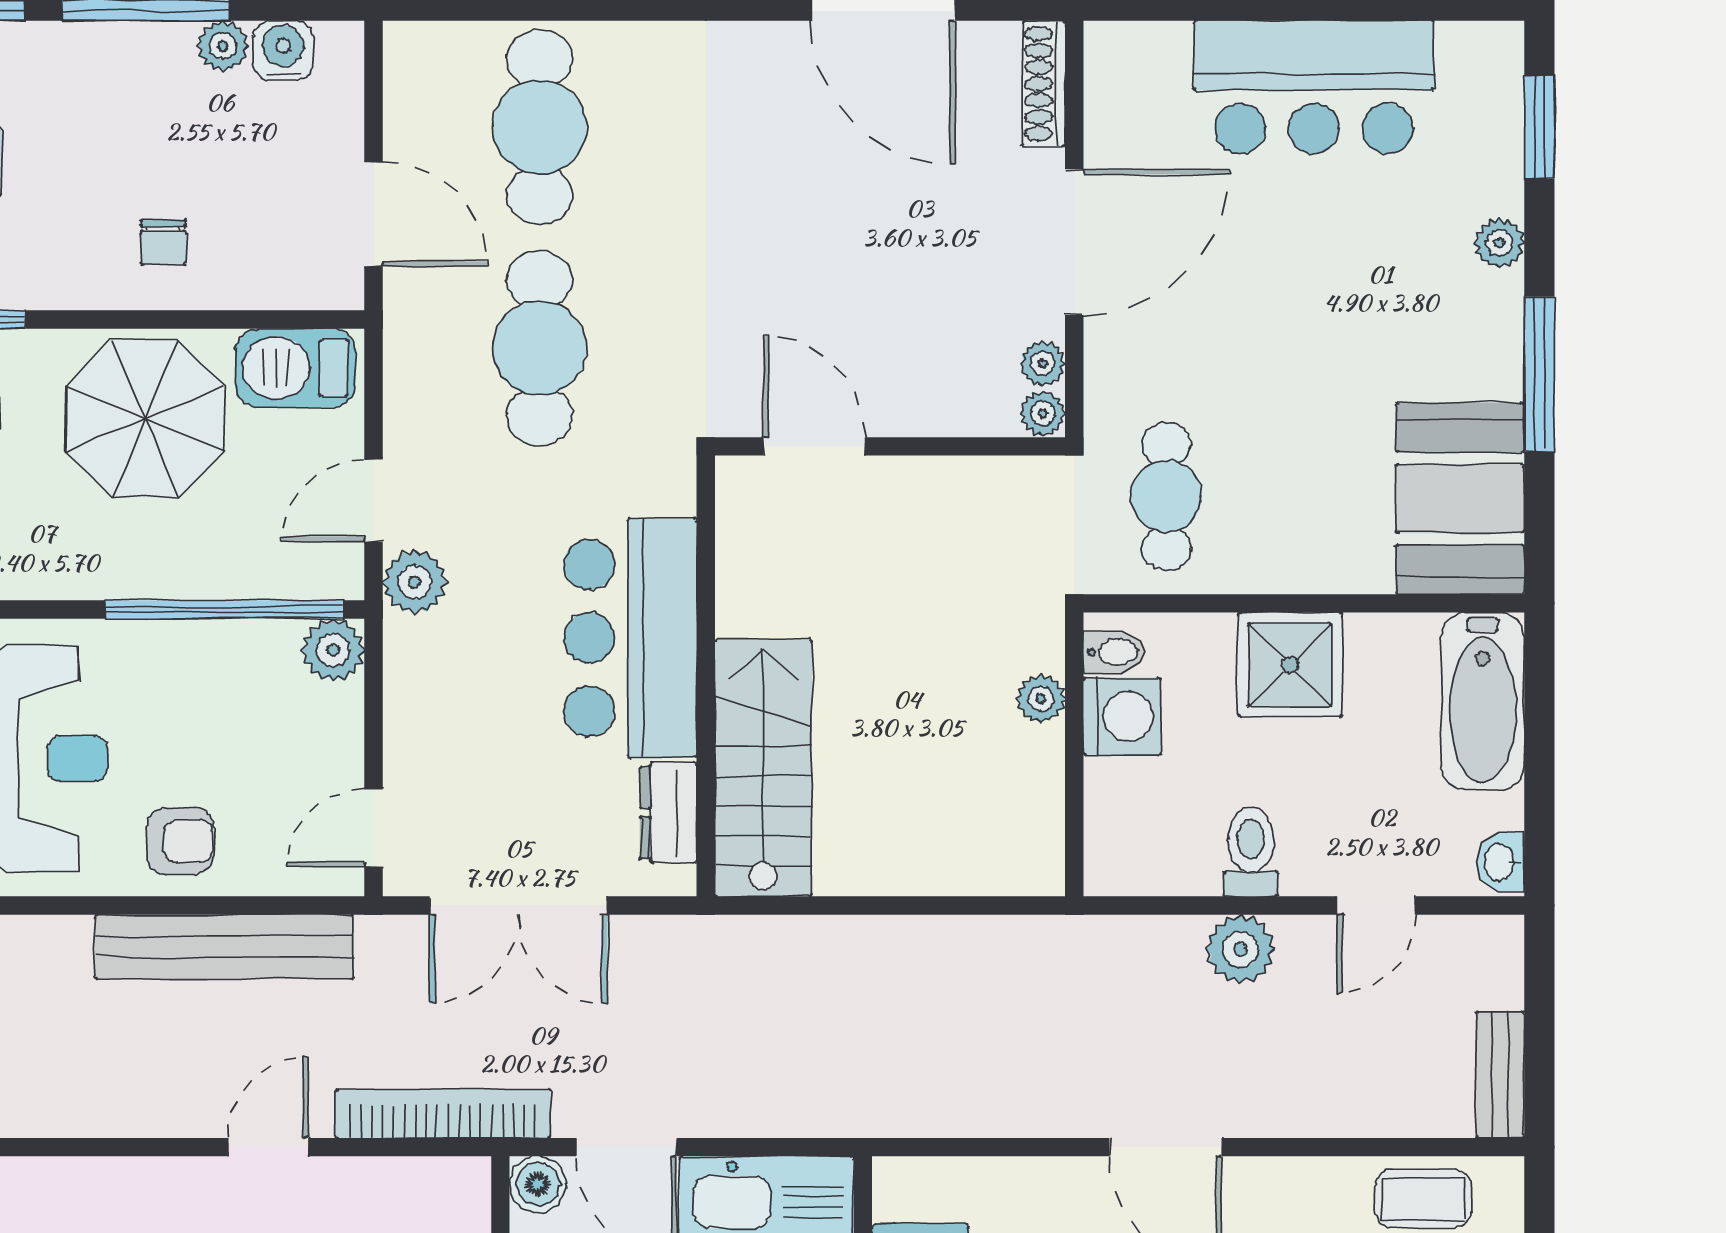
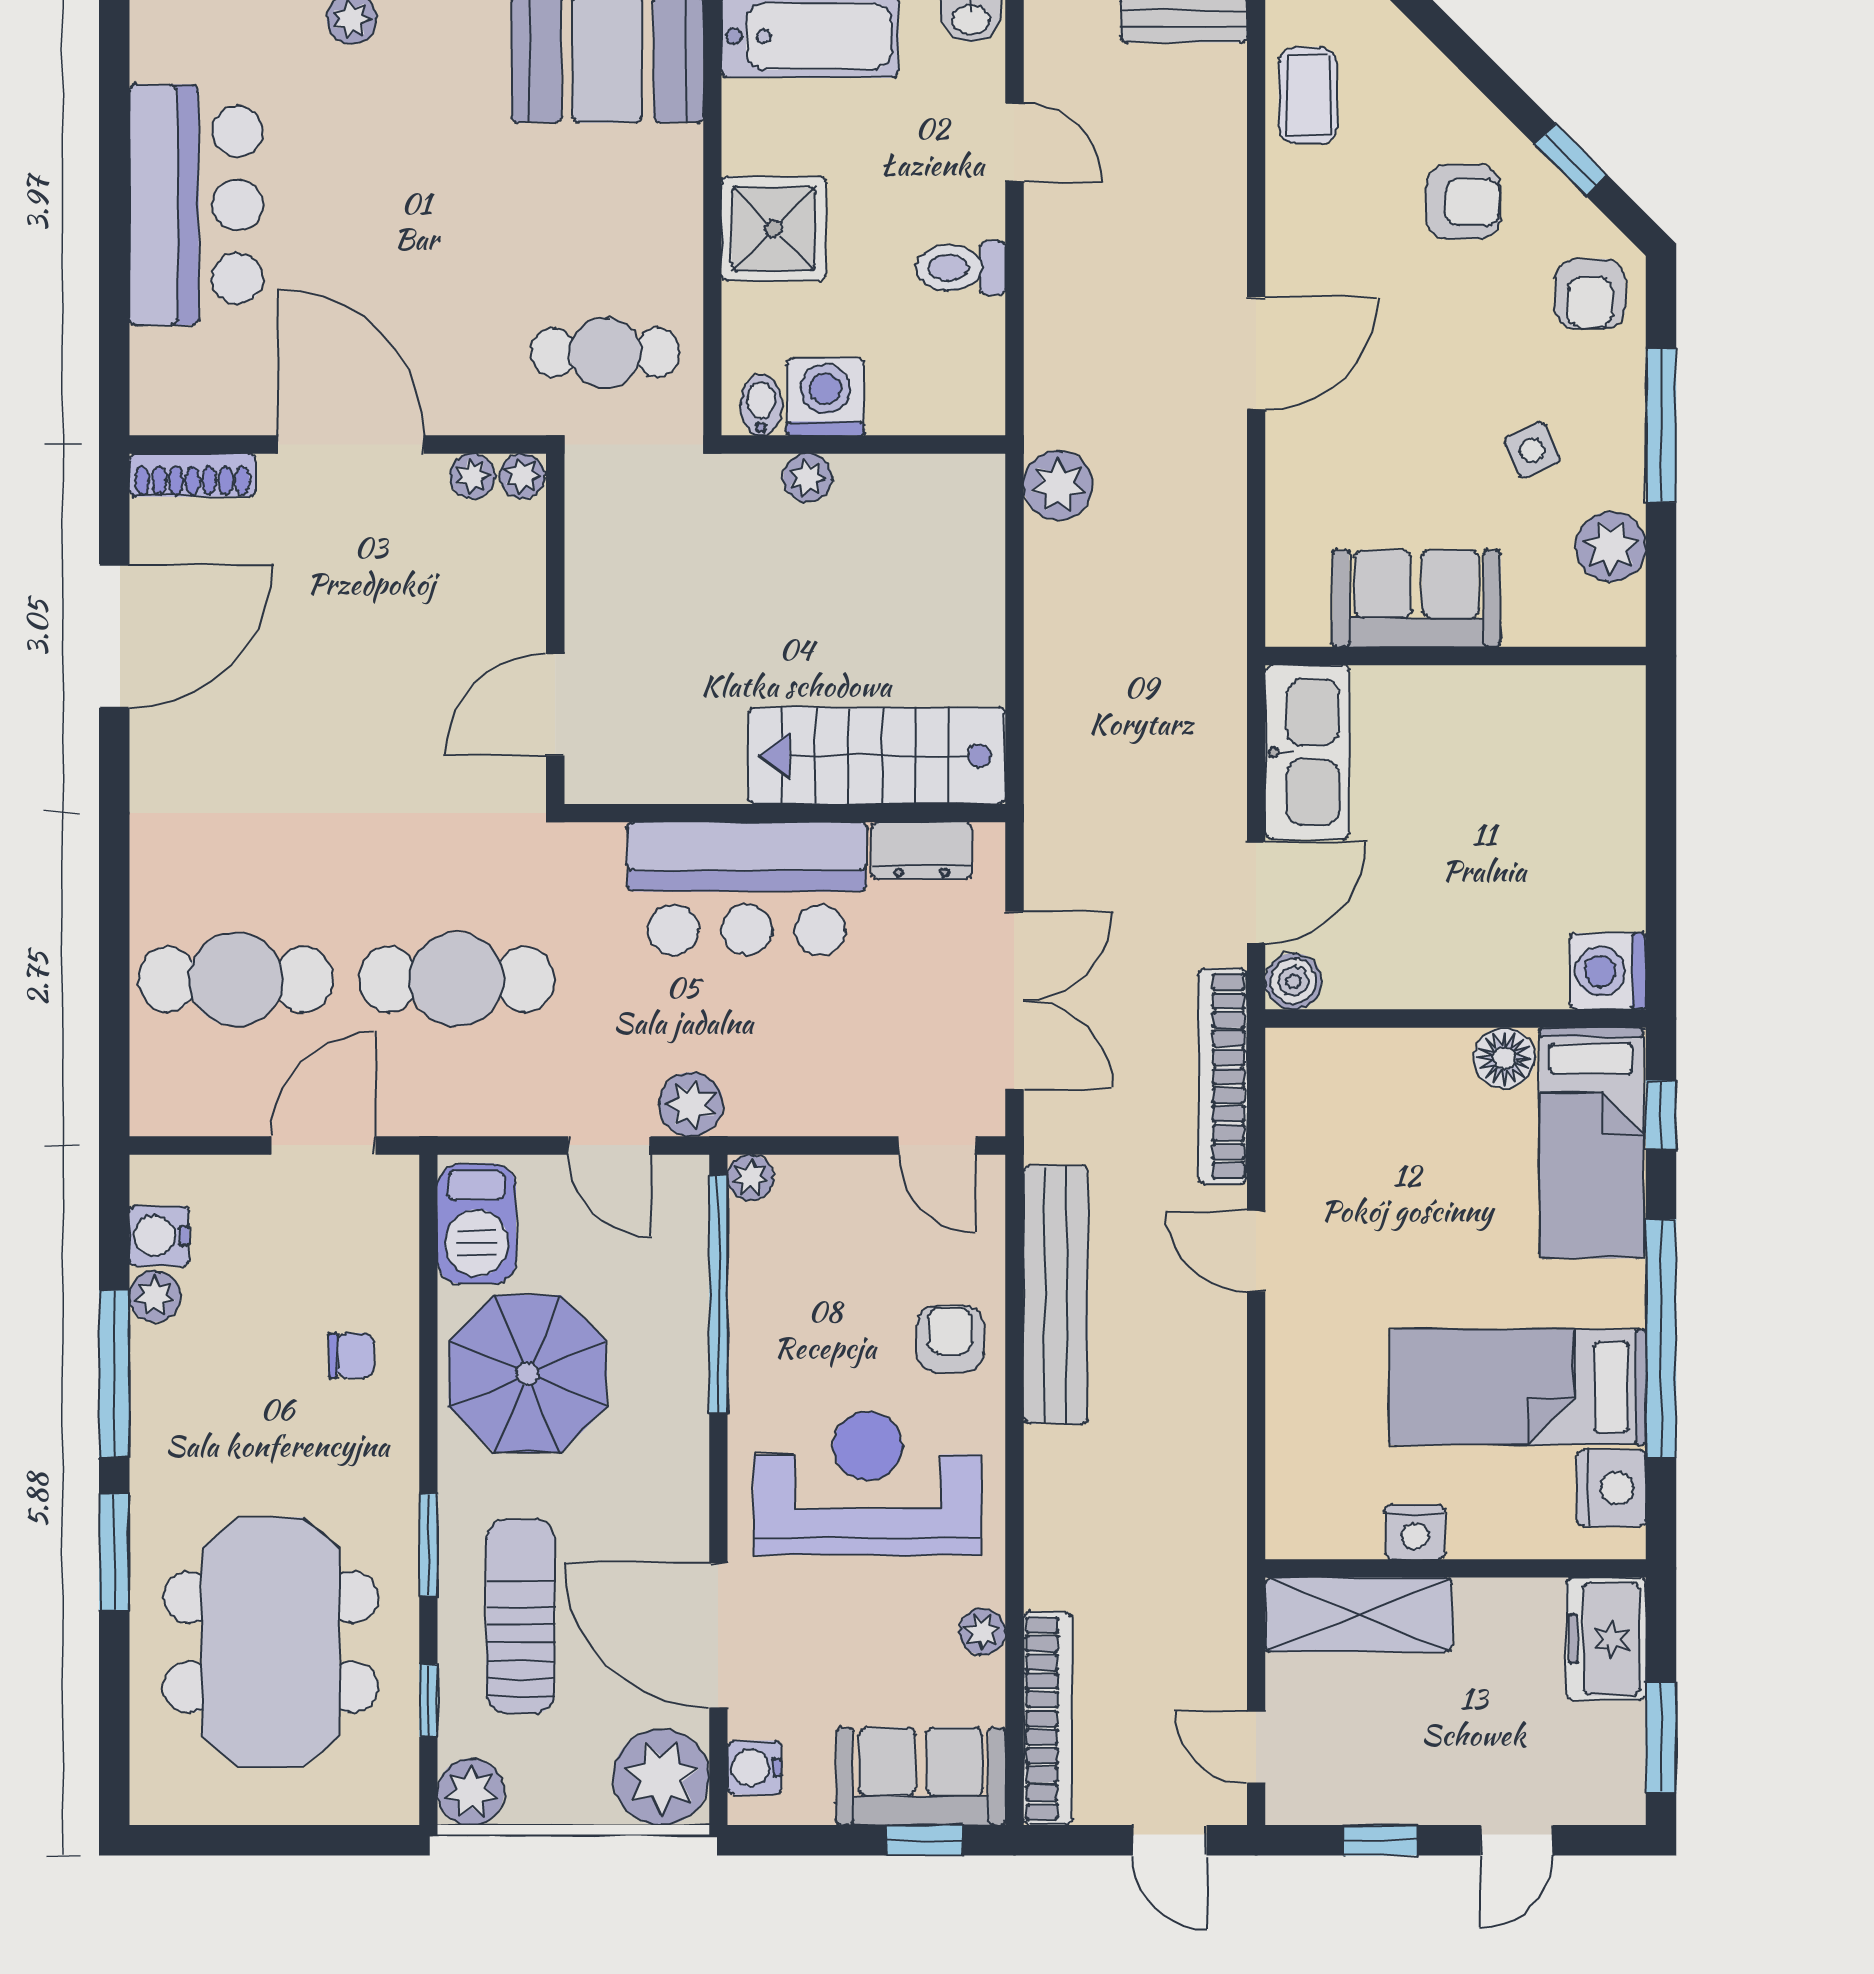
plant: (333, 650) -> (750, 1177), width x0.73, depth x0.73
plant: (1240, 949) -> (1058, 485), moved

